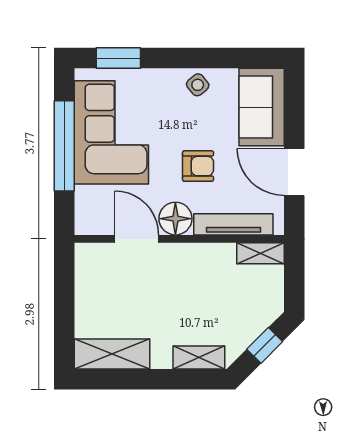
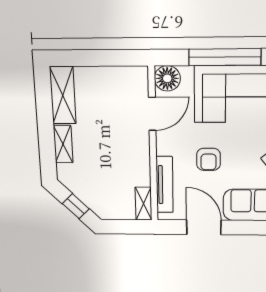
door: (294, 172) -> (204, 227), hinge flipped
floor lamp: (175, 219) -> (167, 78), moved
shelving: (199, 357) -> (63, 144), moved

